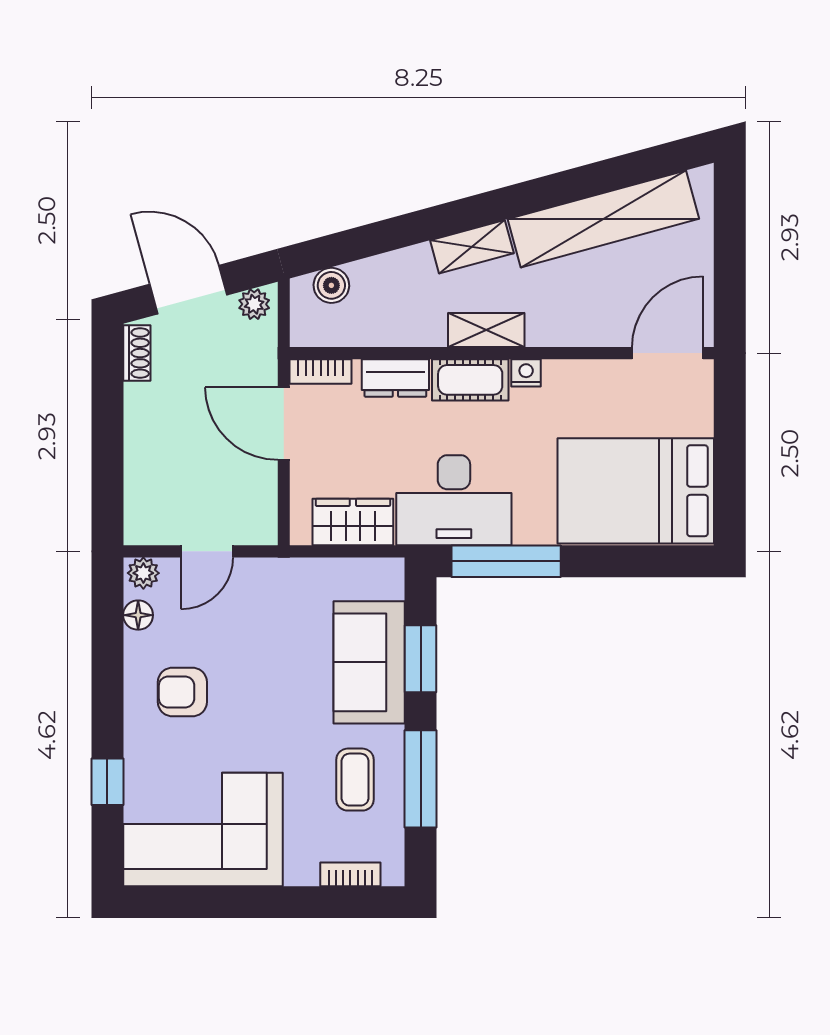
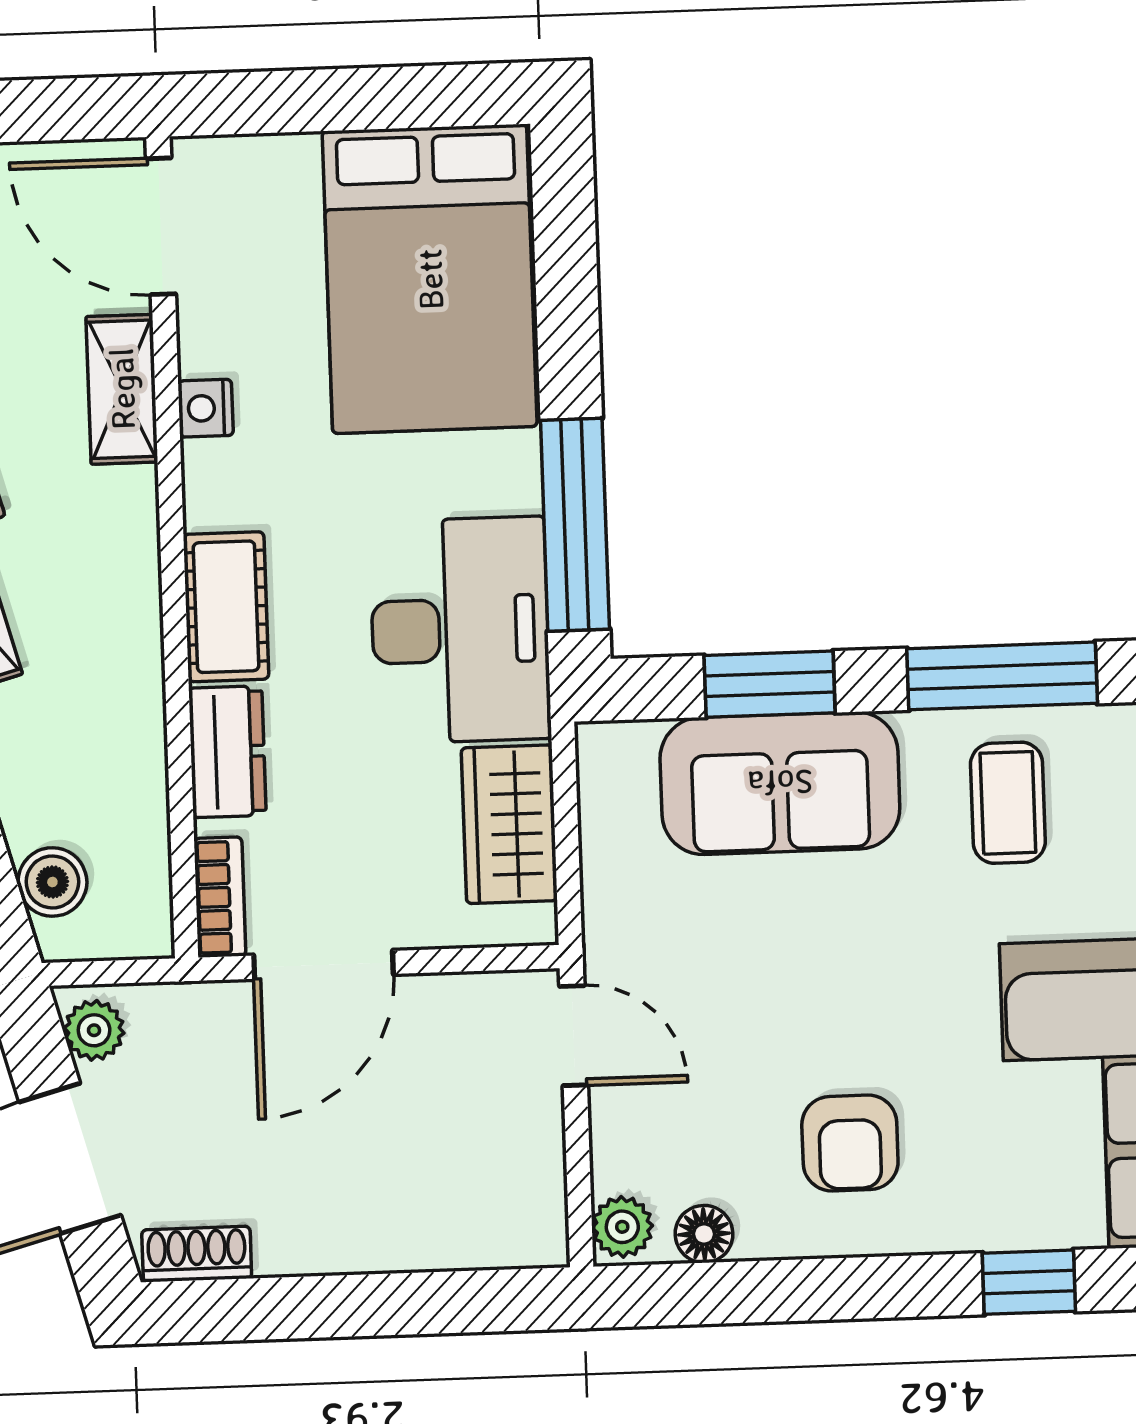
shelving: (486, 330) -> (122, 389), moved
nightstand: (526, 373) -> (206, 408), moved
door: (207, 551) -> (574, 1036), moved
coffee table: (355, 780) -> (1008, 803), turned 90

